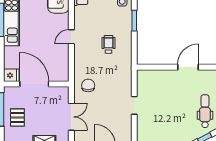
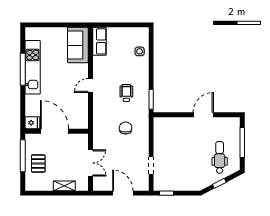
window: (134, 21) -> (151, 99), moved
chair: (88, 85) -> (126, 128), moved
doorway: (134, 105) -> (151, 166), moved

